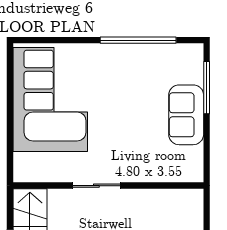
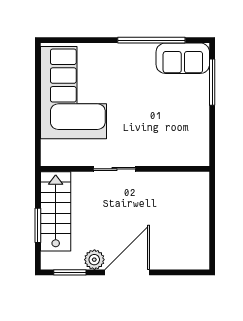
sofa: (186, 115) -> (183, 58), moved, turned -90

